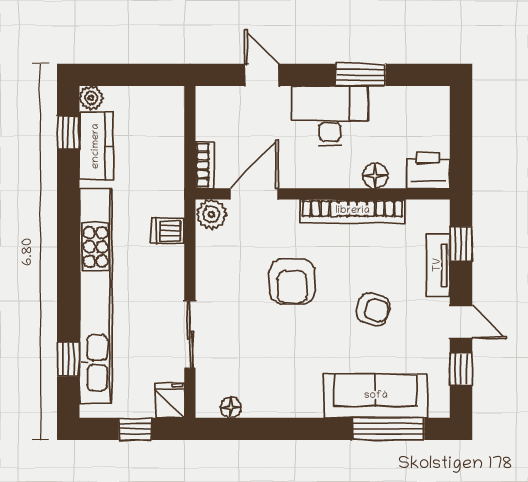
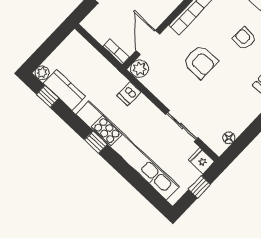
armchair: (373, 309) -> (244, 38), turned -104
window: (68, 359) -> (96, 142), moved

